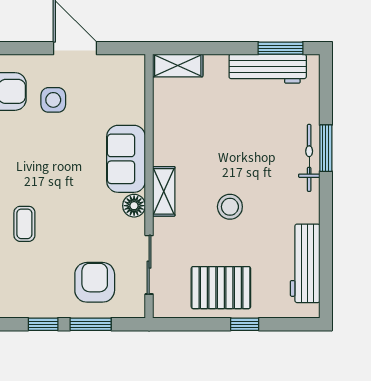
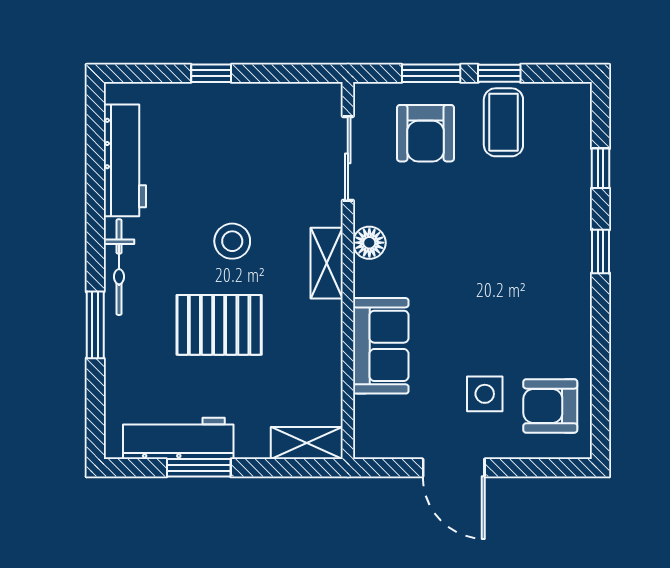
window: (280, 48) -> (199, 468), moved
bicycle: (309, 158) -> (119, 267), moved
sofa: (126, 159) -> (381, 346), moved
coffee table: (24, 224) -> (503, 122), moved, width x1.36, depth x1.30
pallet: (221, 288) -> (219, 325), moved

